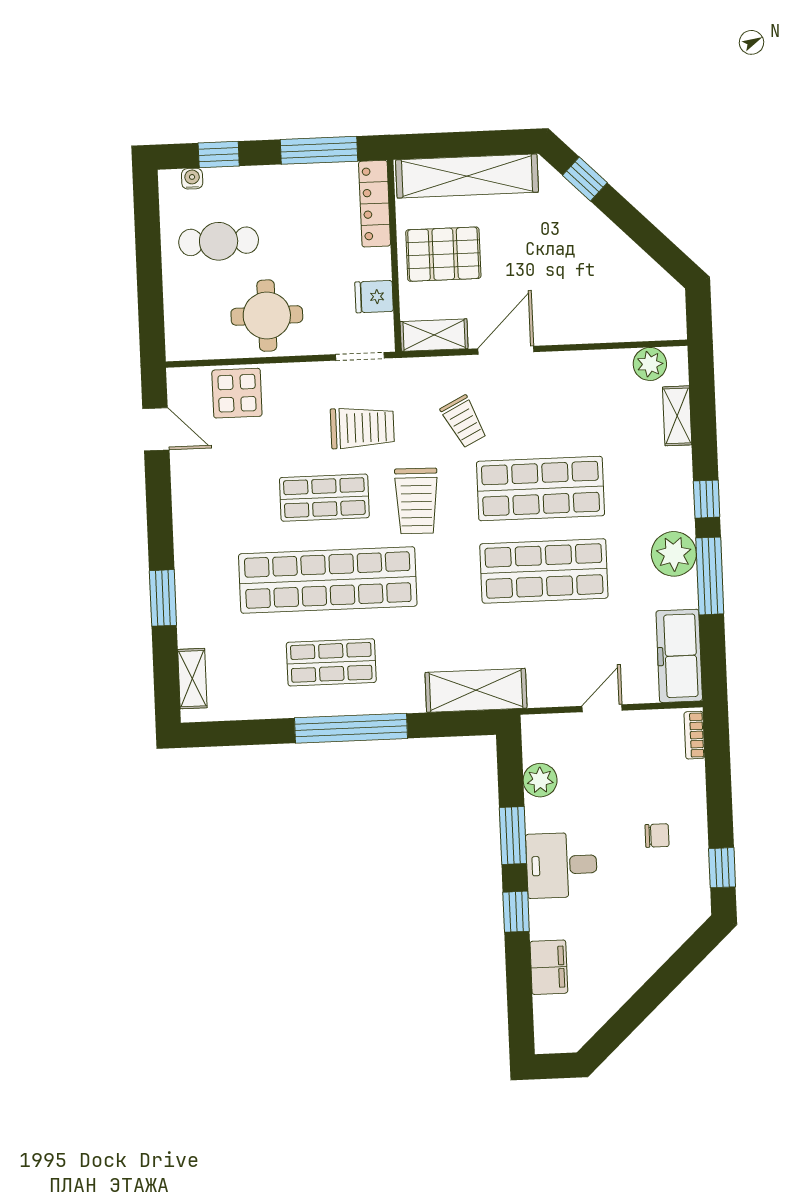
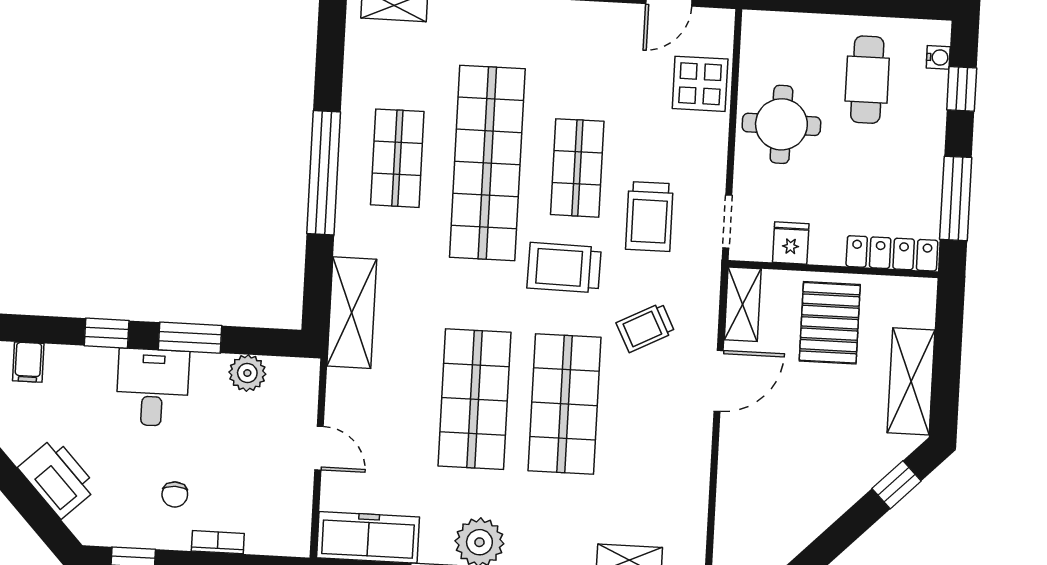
shelving: (467, 176) -> (911, 381), width x0.68
door: (506, 350) -> (719, 381), hinge flipped
plant: (650, 364) -> (689, 536), removed
bookcase: (694, 735) -> (218, 542), moved
printer: (652, 944) -> (58, 478), added
filing cabinet: (549, 967) -> (28, 362), width x0.50

